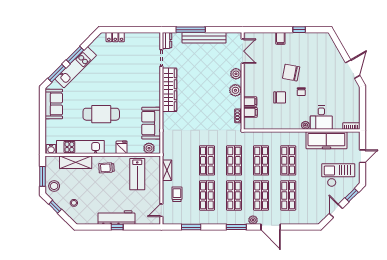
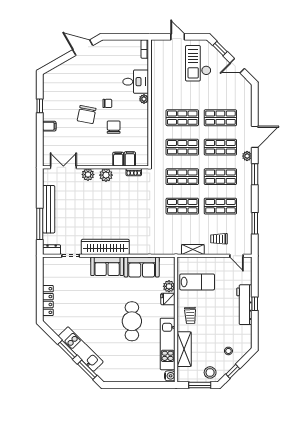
locker: (115, 37) -> (48, 301), width x1.53
sofa: (54, 104) -> (107, 266), moved, turned 180
freezer: (326, 140) -> (160, 76), removed
plant: (149, 148) -> (169, 286), moved

